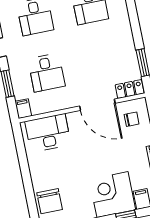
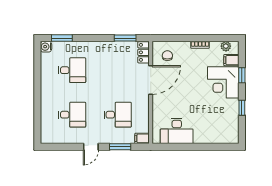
desk: (48, 133) -> (177, 131), moved, turned -90
chair: (50, 201) -> (218, 132), removed

